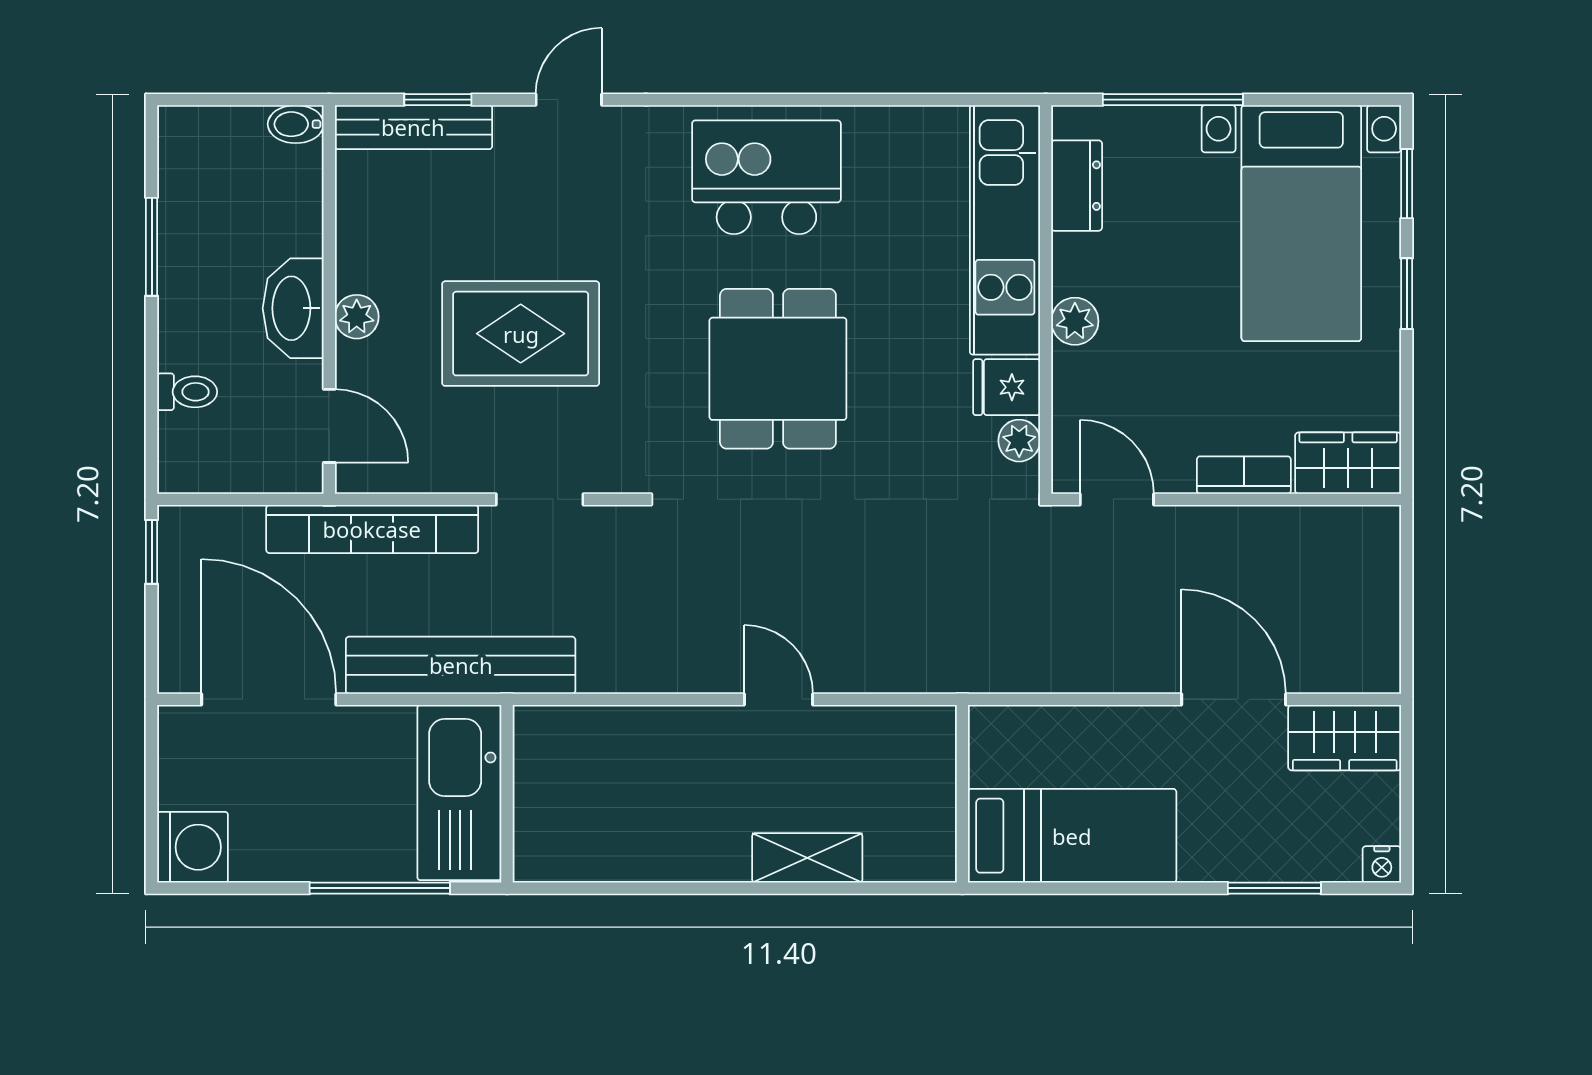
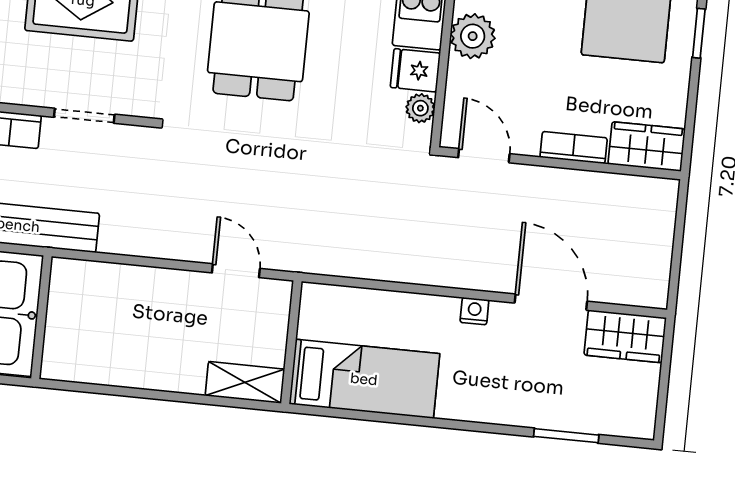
plant: (1075, 321) -> (473, 36), width x1.38, depth x1.38
wall: (962, 794) -> (291, 342), moved
bed: (1072, 836) -> (364, 379), moved
nightstand: (1382, 864) -> (474, 311), moved, turned 180

